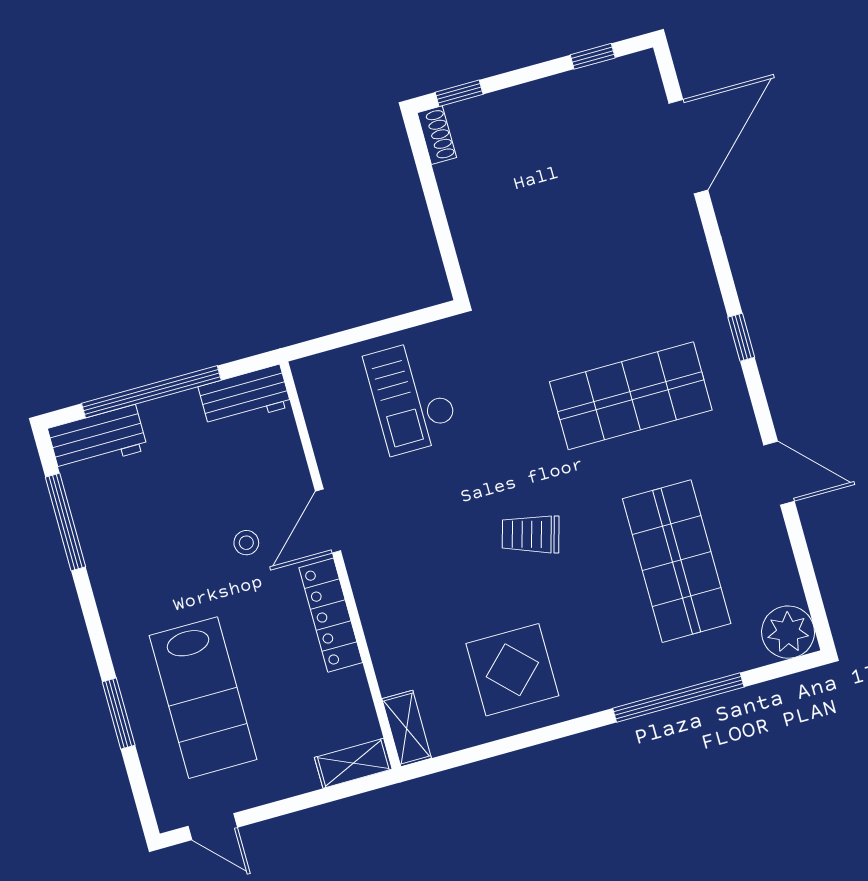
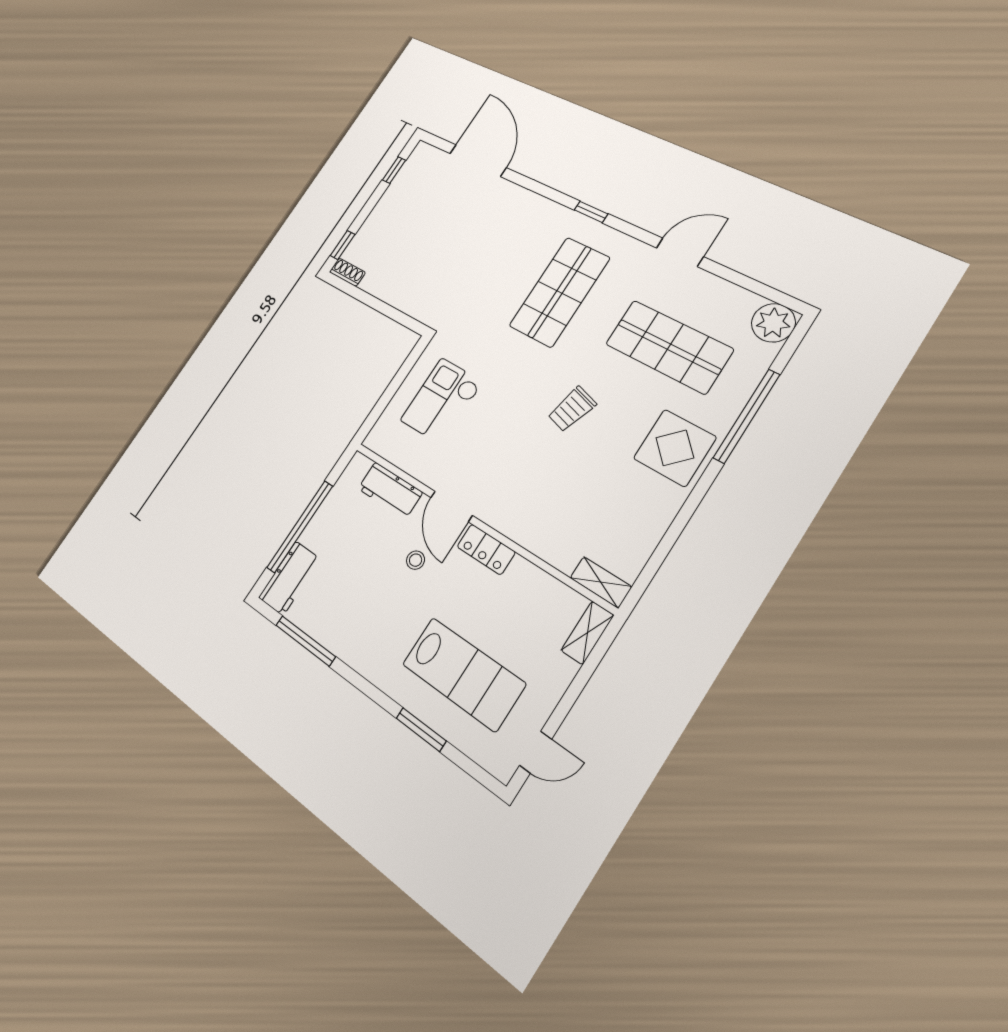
workbench: (245, 396) -> (390, 490), moved, turned 90
checkout: (412, 397) -> (442, 401), turned 90
locker: (331, 615) -> (486, 549), width x0.66
display table: (512, 670) -> (675, 448), moved

